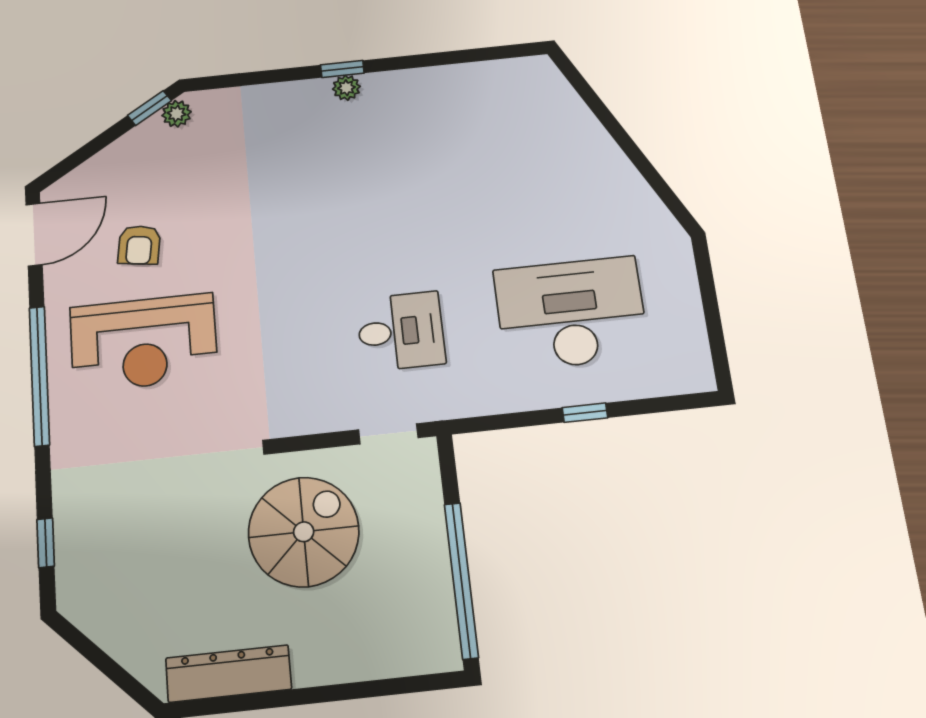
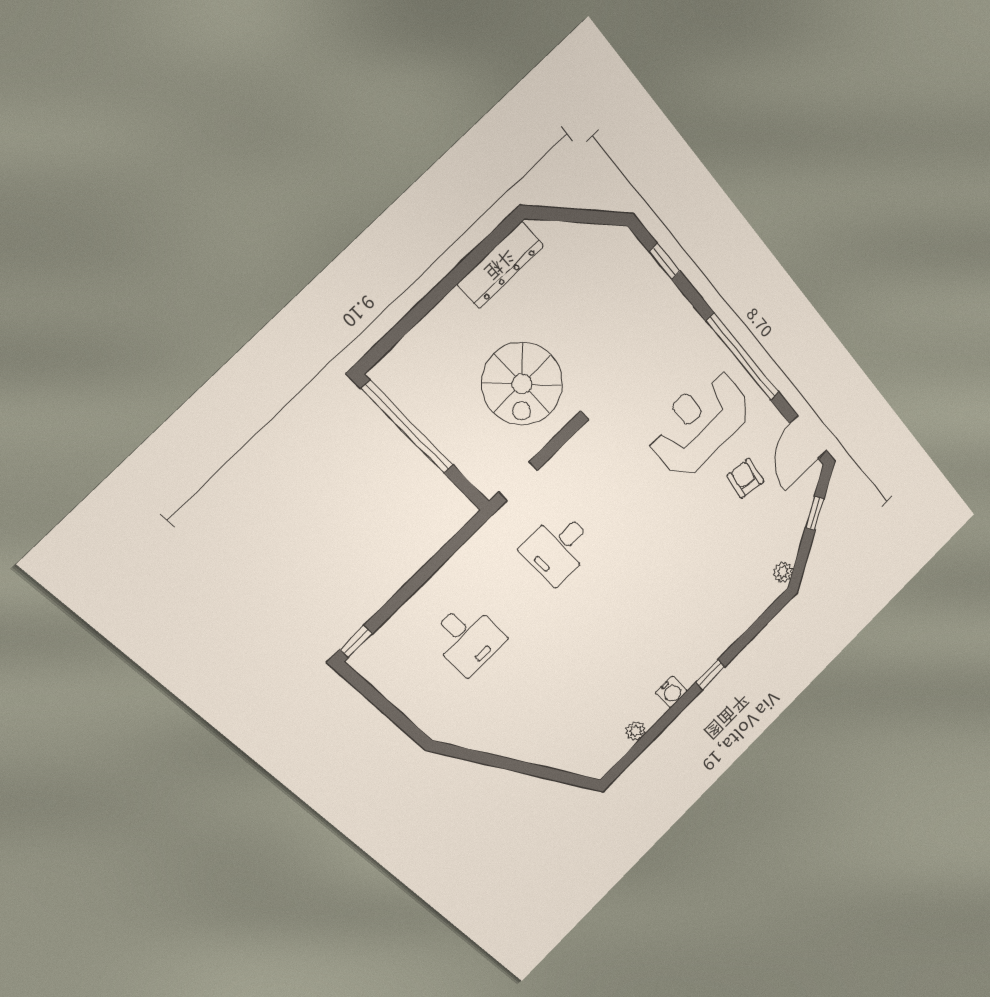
water cooler: (399, 84) -> (671, 692), added
plant: (346, 88) -> (636, 731), moved
window: (149, 108) -> (815, 513), moved
desk: (571, 313) -> (467, 638), width x0.53, depth x0.77
window: (585, 413) -> (356, 642), moved

